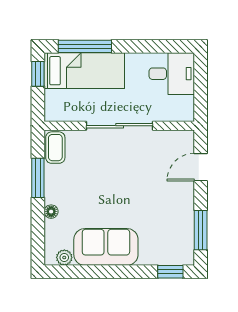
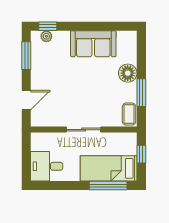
window: (38, 74) -> (141, 154), moved
sliding door: (120, 126) -> (84, 130), width x0.73
floor lamp: (51, 212) -> (128, 73), width x1.89, depth x1.89
plant: (64, 258) -> (46, 36), moved

